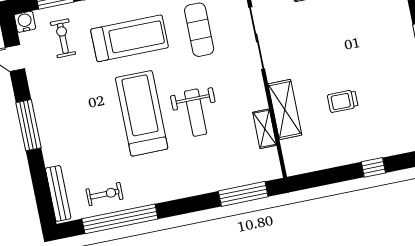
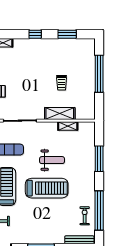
treadmill: (142, 113) -> (47, 188), turned 180
window: (373, 167) -> (99, 74), width x3.17
window: (243, 194) -> (99, 159), moved

